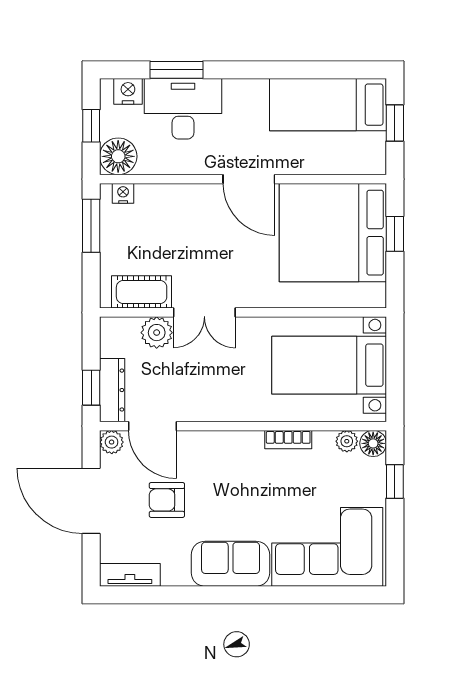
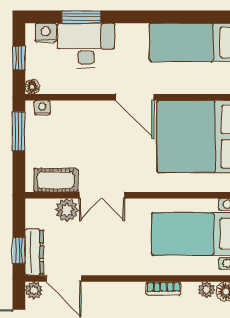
floor lamp: (118, 156) -> (32, 87), width x0.53, depth x0.53

